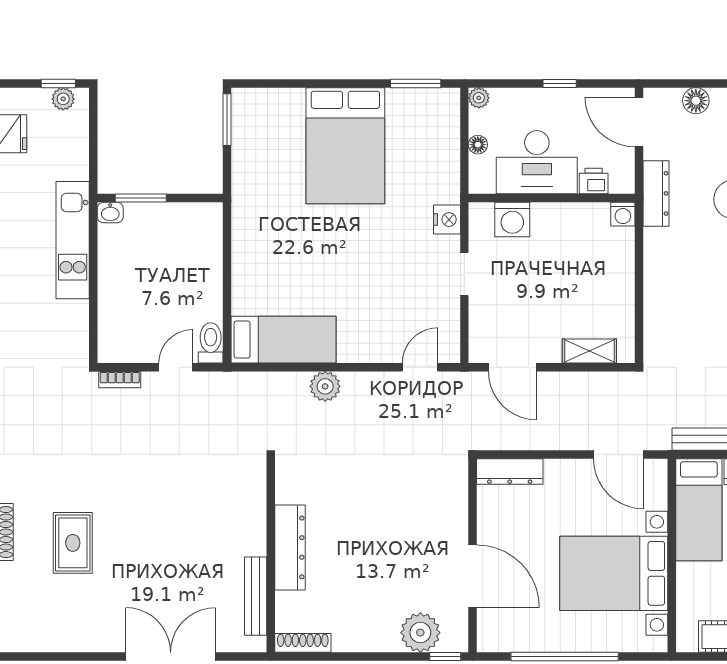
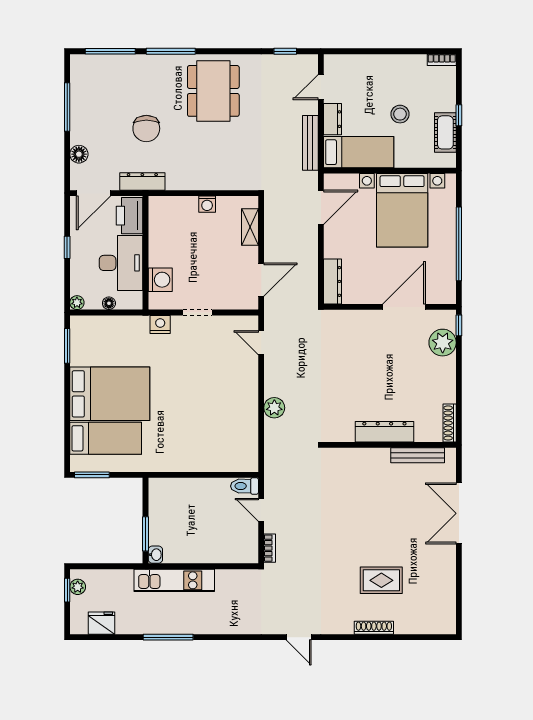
printer: (594, 181) -> (130, 216), width x1.87, depth x1.48
washing machine: (623, 214) -> (207, 204), moved, turned 90
bed: (283, 340) -> (106, 438), moved, turned 90

